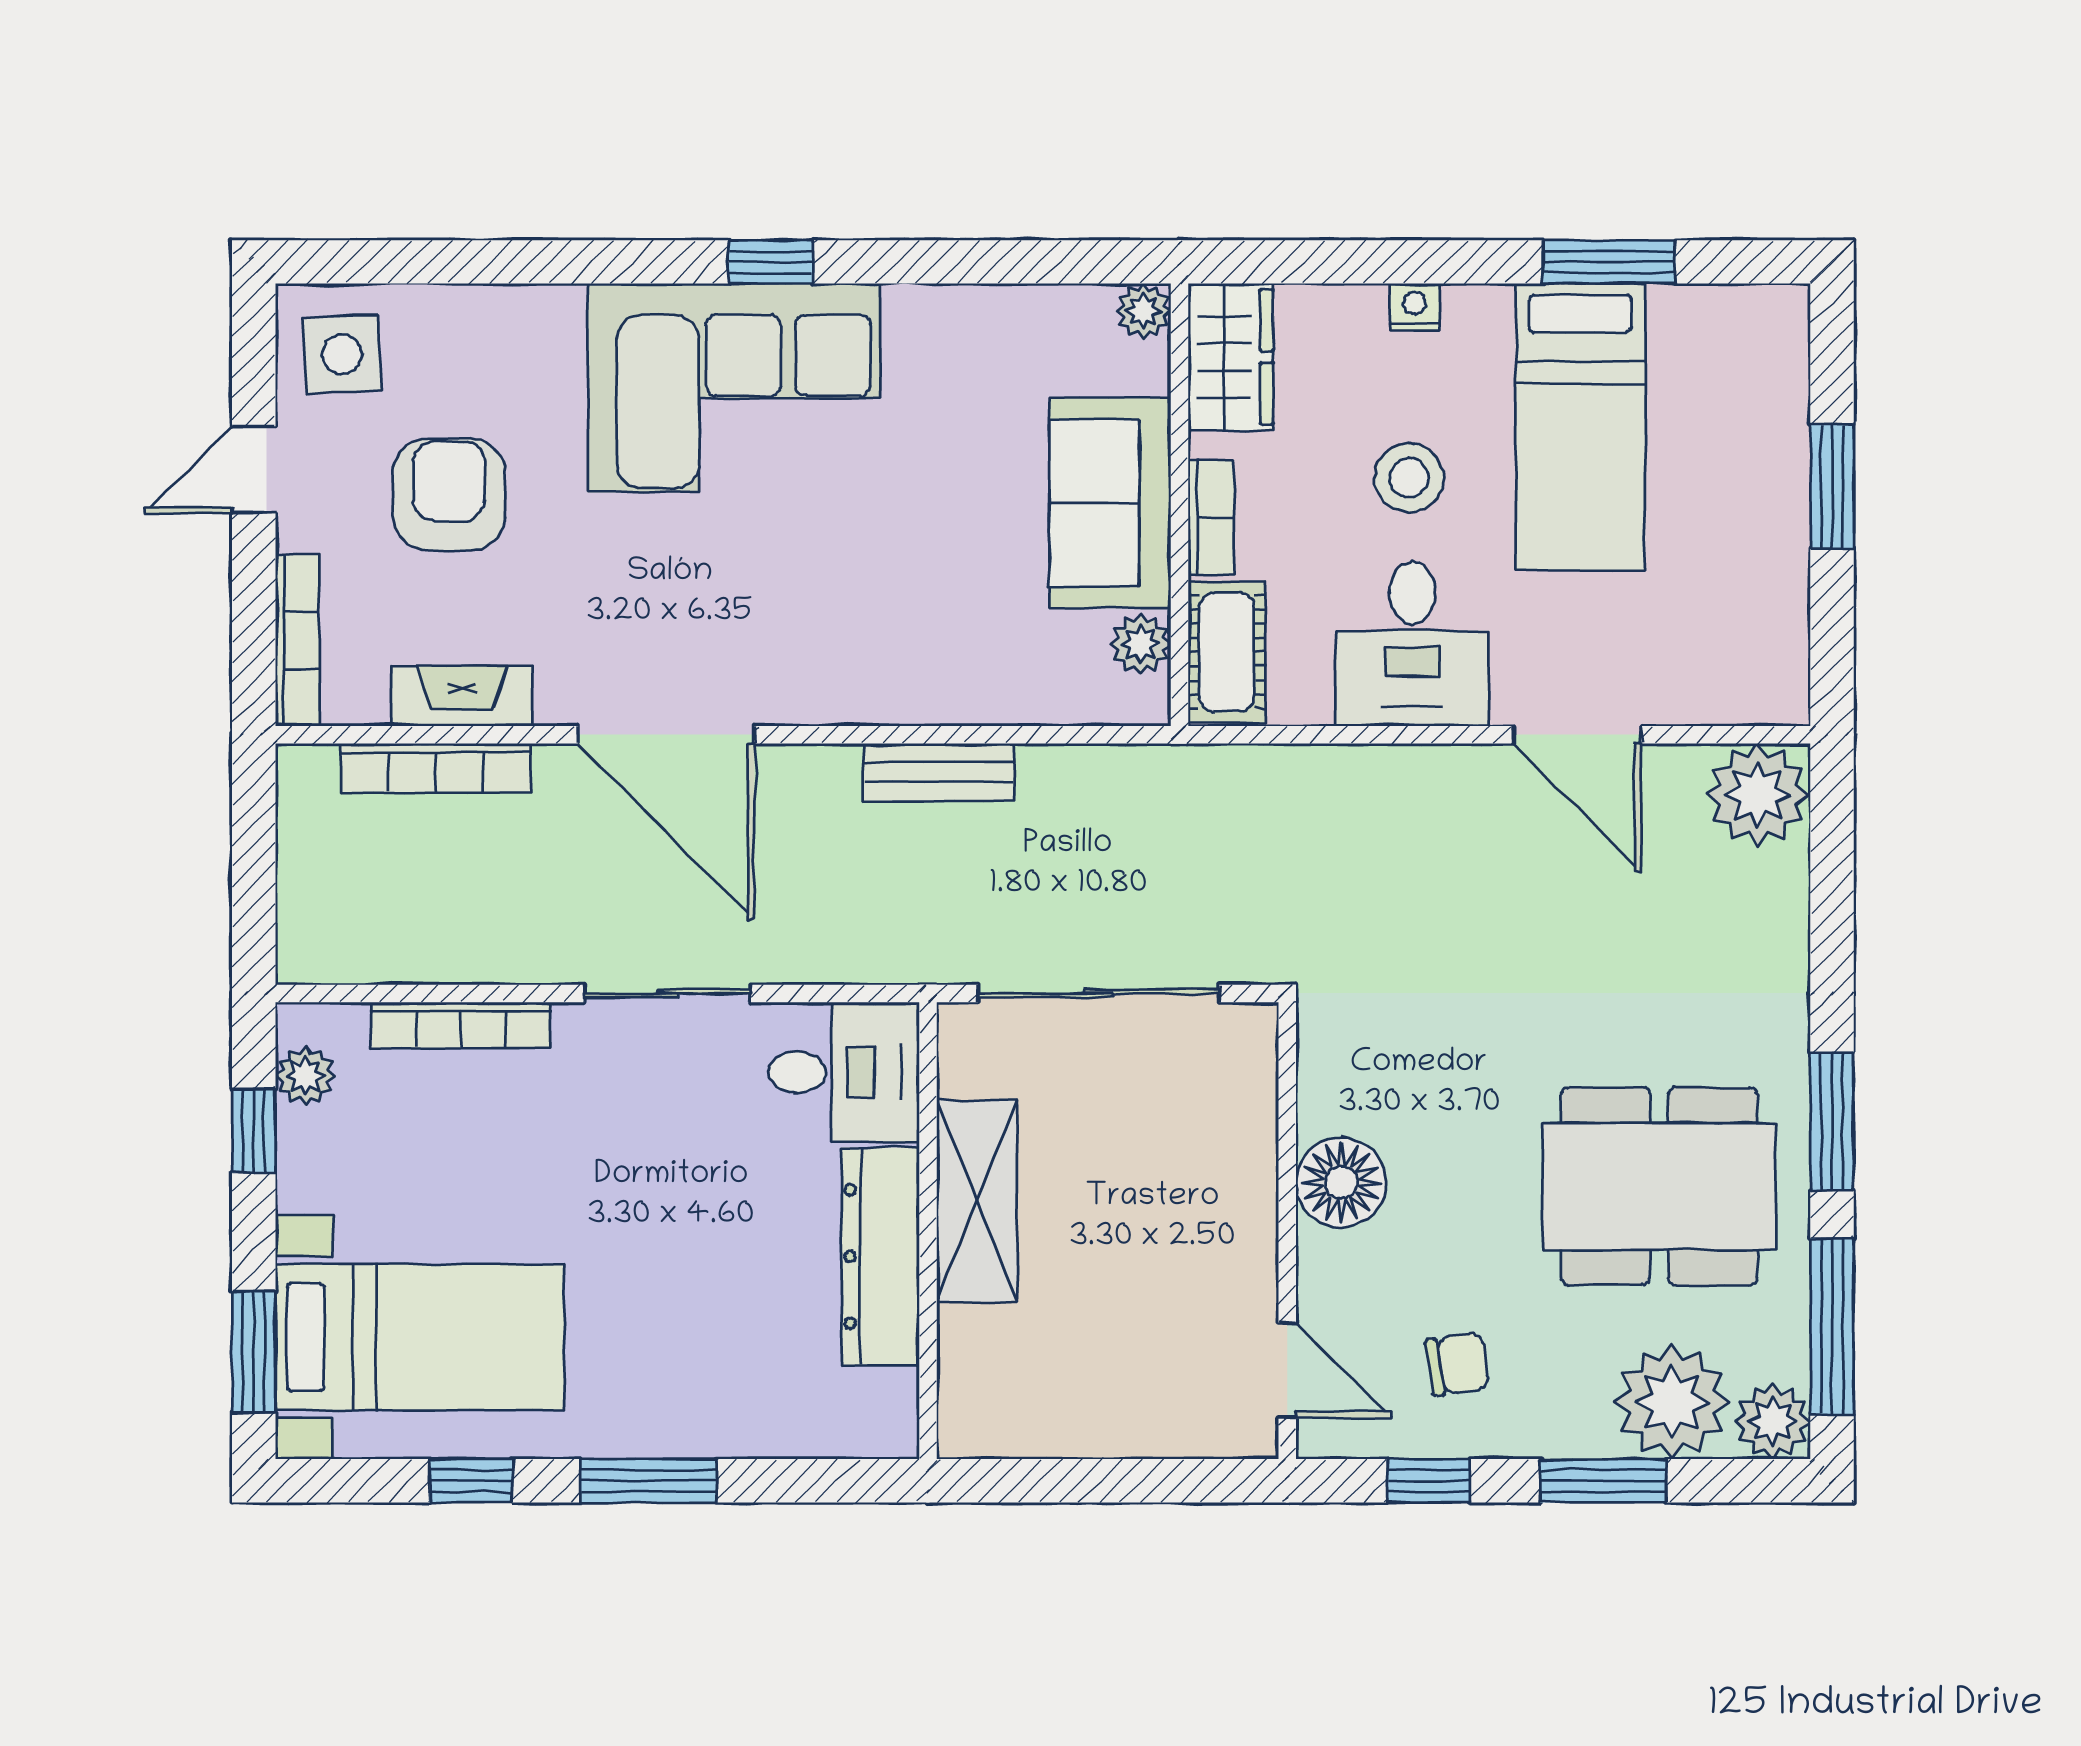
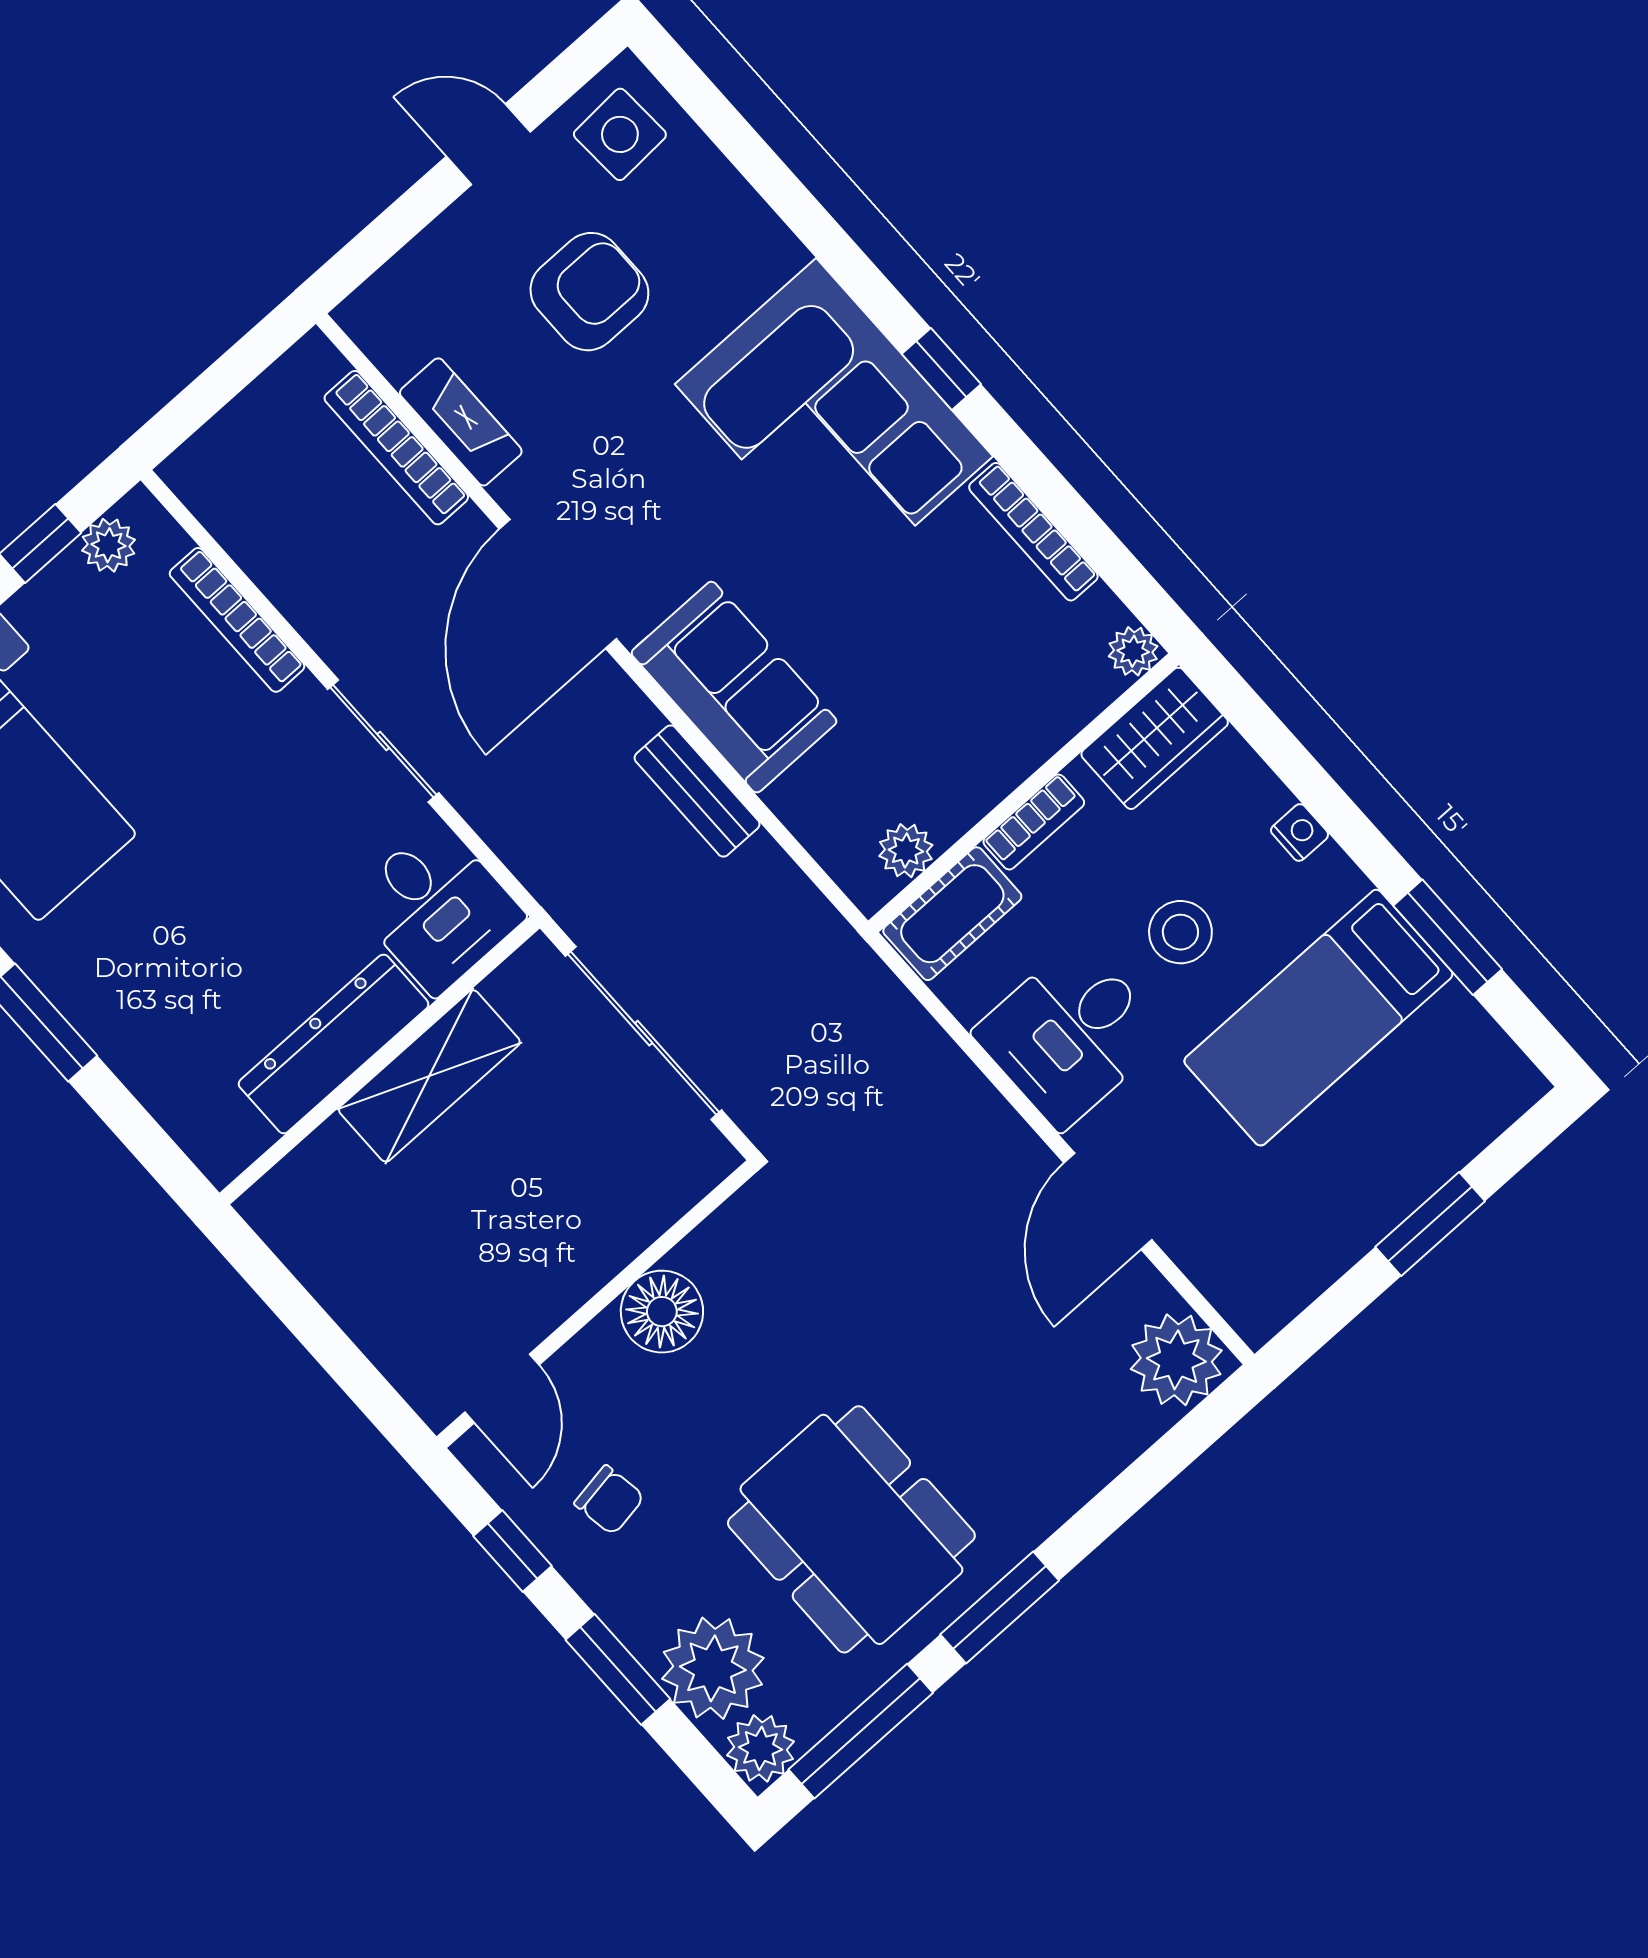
sofa: (1110, 503) -> (734, 687), moved, turned 90
bookcase: (297, 640) -> (1033, 532), moved, turned 90

